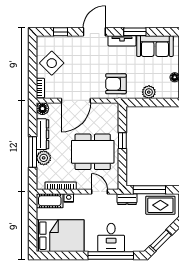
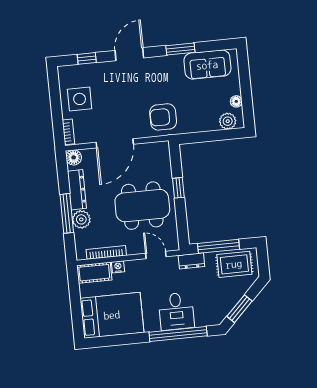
tv unit: (122, 41) -> (165, 62), removed
side table: (52, 63) -> (80, 99), turned 45
plant: (149, 92) -> (228, 121), moved

